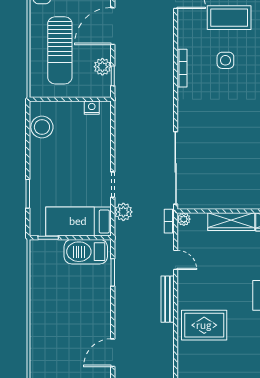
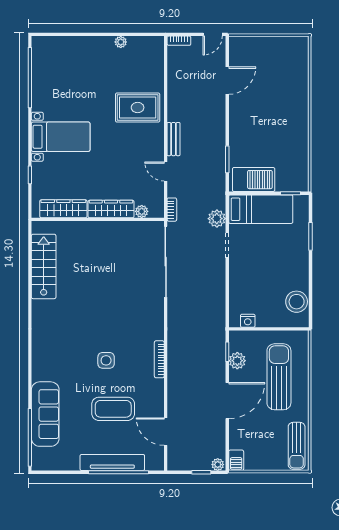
side table: (225, 60) -> (106, 360), moved
plant: (184, 219) -> (142, 211), moved
bench: (168, 299) -> (173, 139), width x0.73

